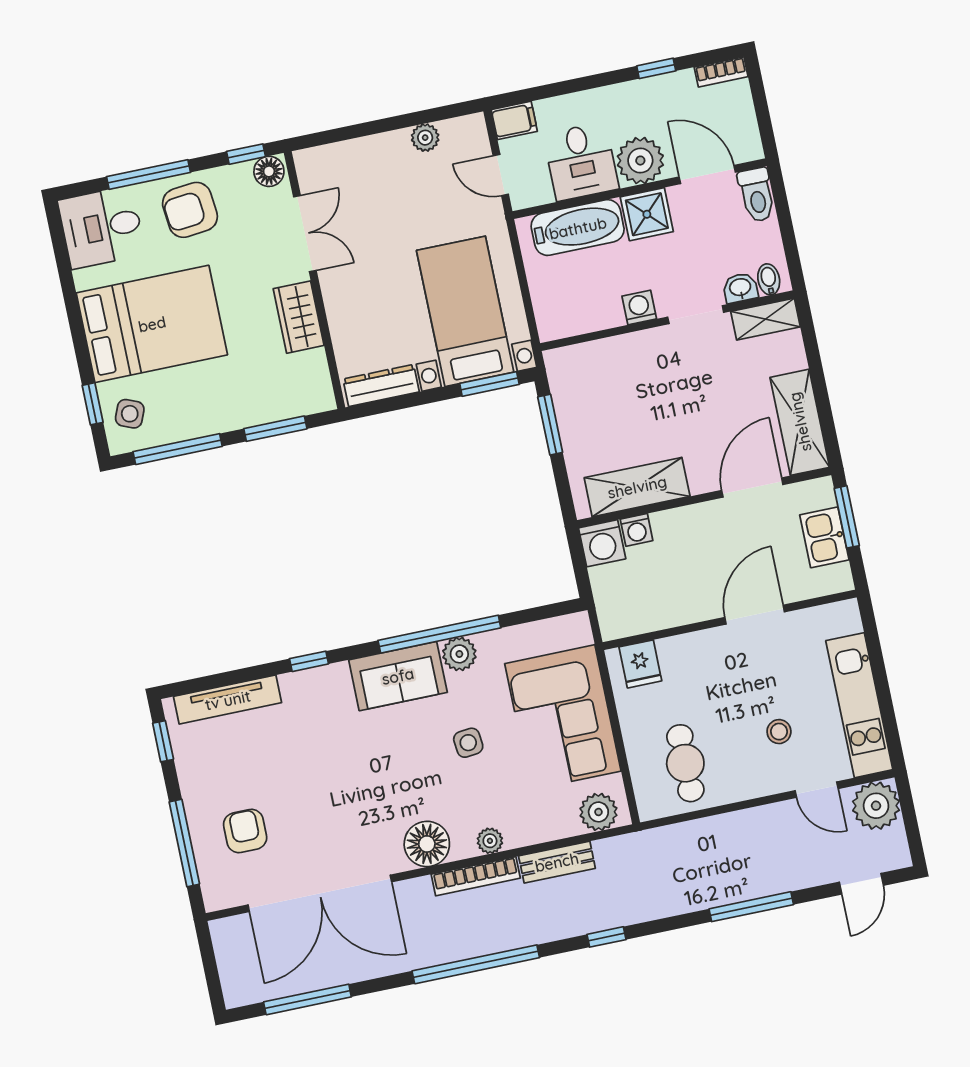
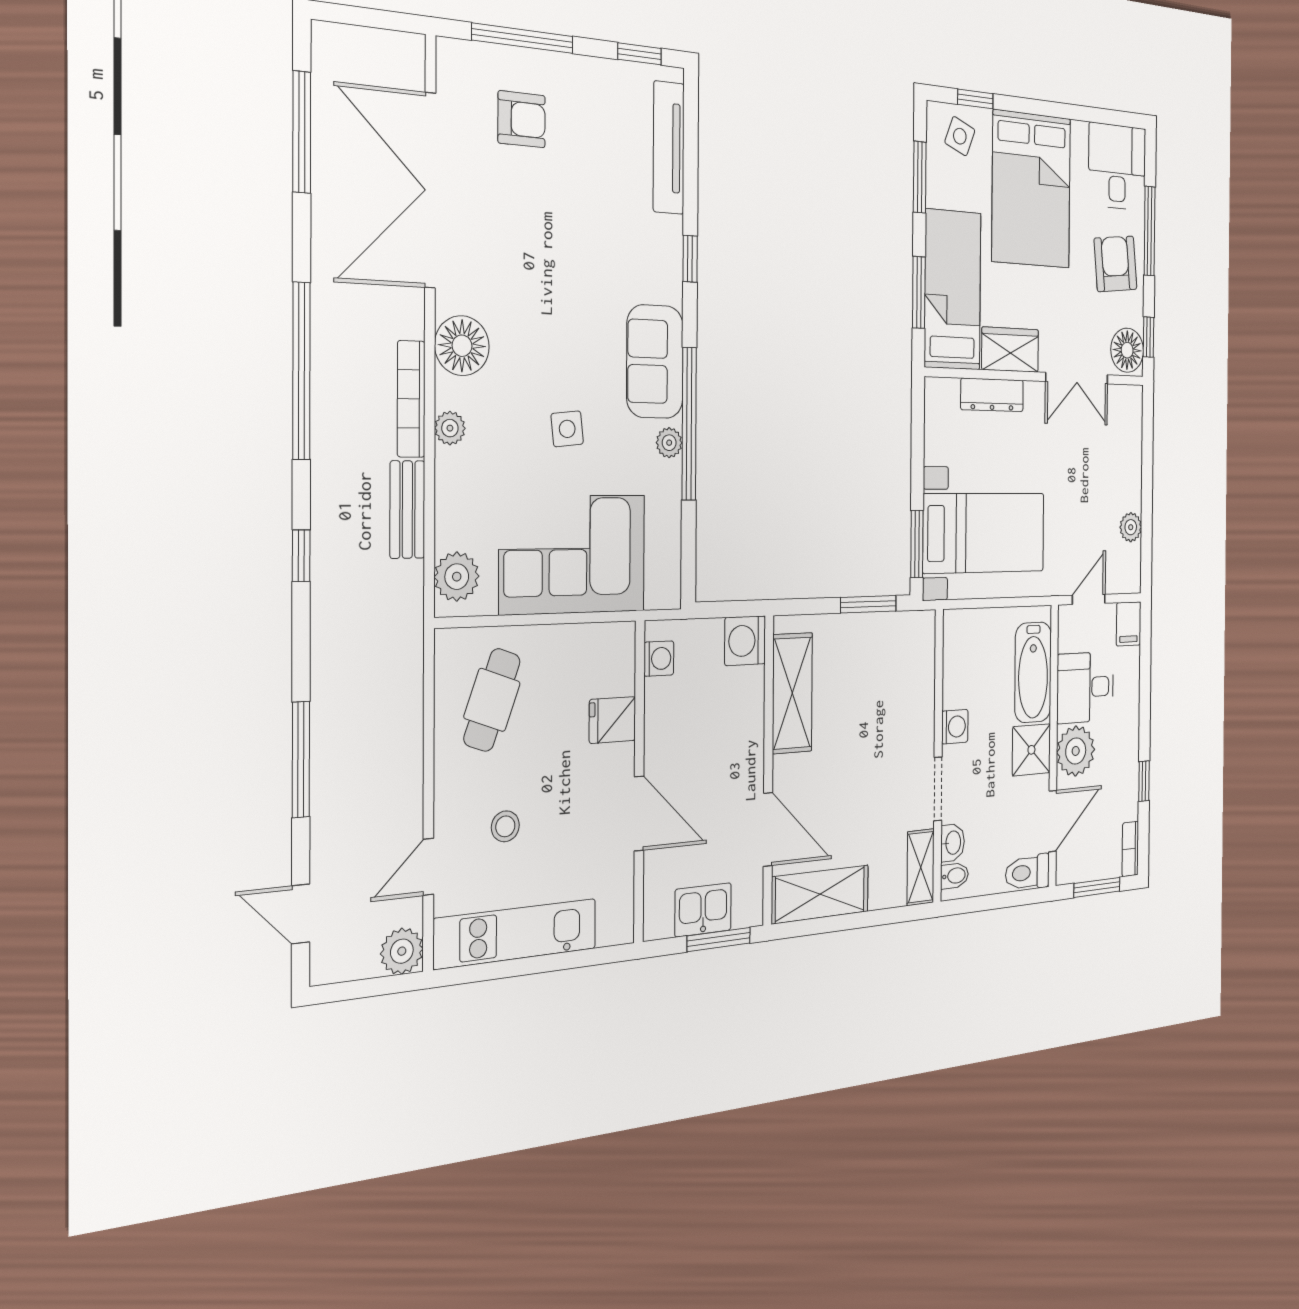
window: (761, 107) -> (1097, 887), added
floor lamp: (269, 171) -> (1127, 350), width x1.38, depth x1.38
dresser: (381, 385) -> (992, 395), moved, turned 90
bed: (263, 393) -> (953, 290), added
window: (178, 449) -> (920, 177), width x0.69
washing machine: (637, 530) -> (659, 659), moved, turned 180
plant: (459, 654) -> (669, 443), width x0.73, depth x0.73
fridge: (640, 664) -> (612, 720), moved
cafe table: (685, 763) -> (492, 700), turned -70
plant: (876, 806) -> (402, 951), width x0.73, depth x0.73

